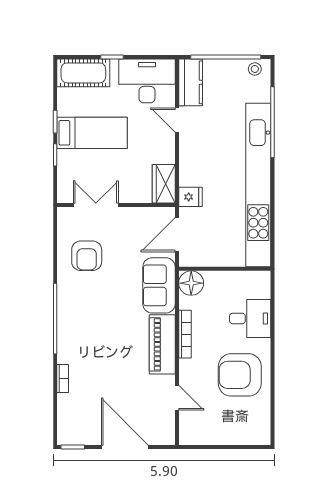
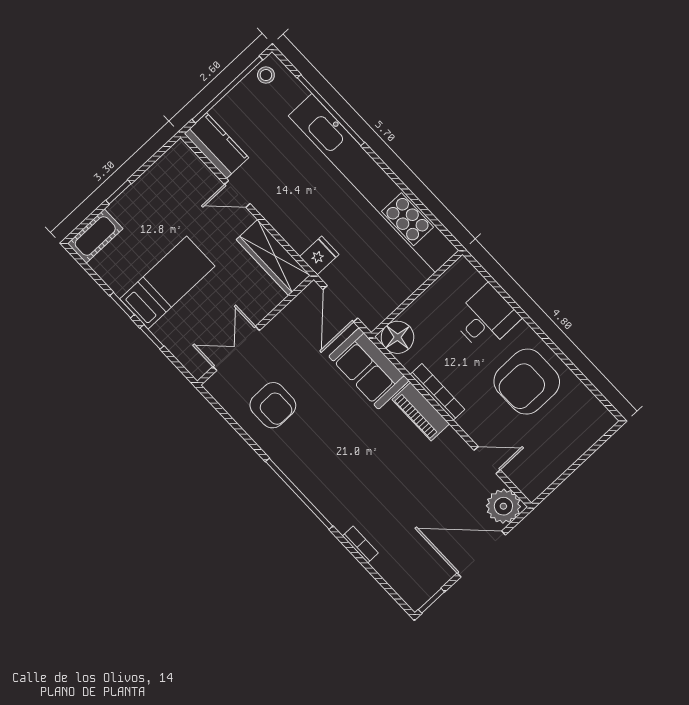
cot: (83, 73) -> (95, 236), width x0.73, depth x0.75
desk: (147, 81) -> (173, 183), removed
wardrobe: (164, 184) -> (273, 258), width x1.50
piano: (162, 344) -> (421, 412), width x0.73, depth x0.75
plant: (162, 432) -> (503, 506), added

